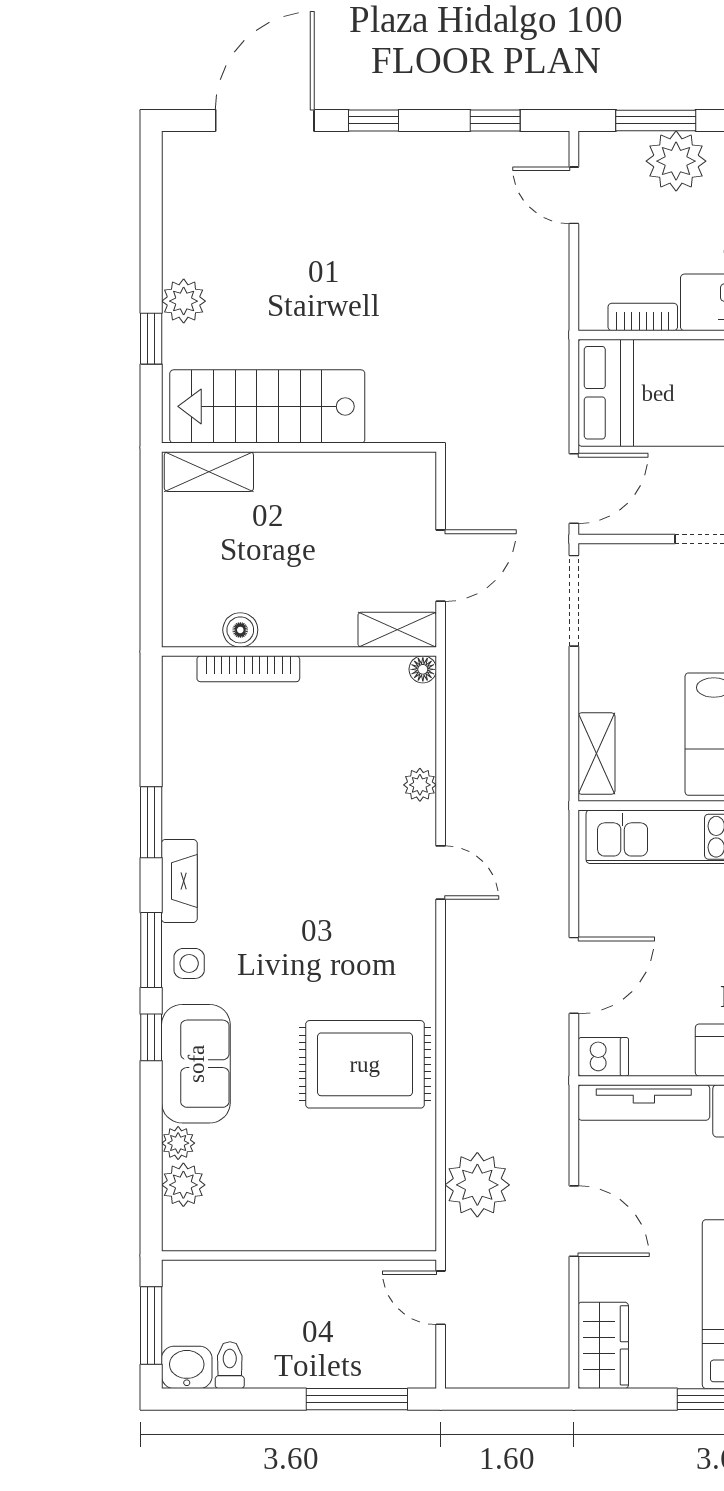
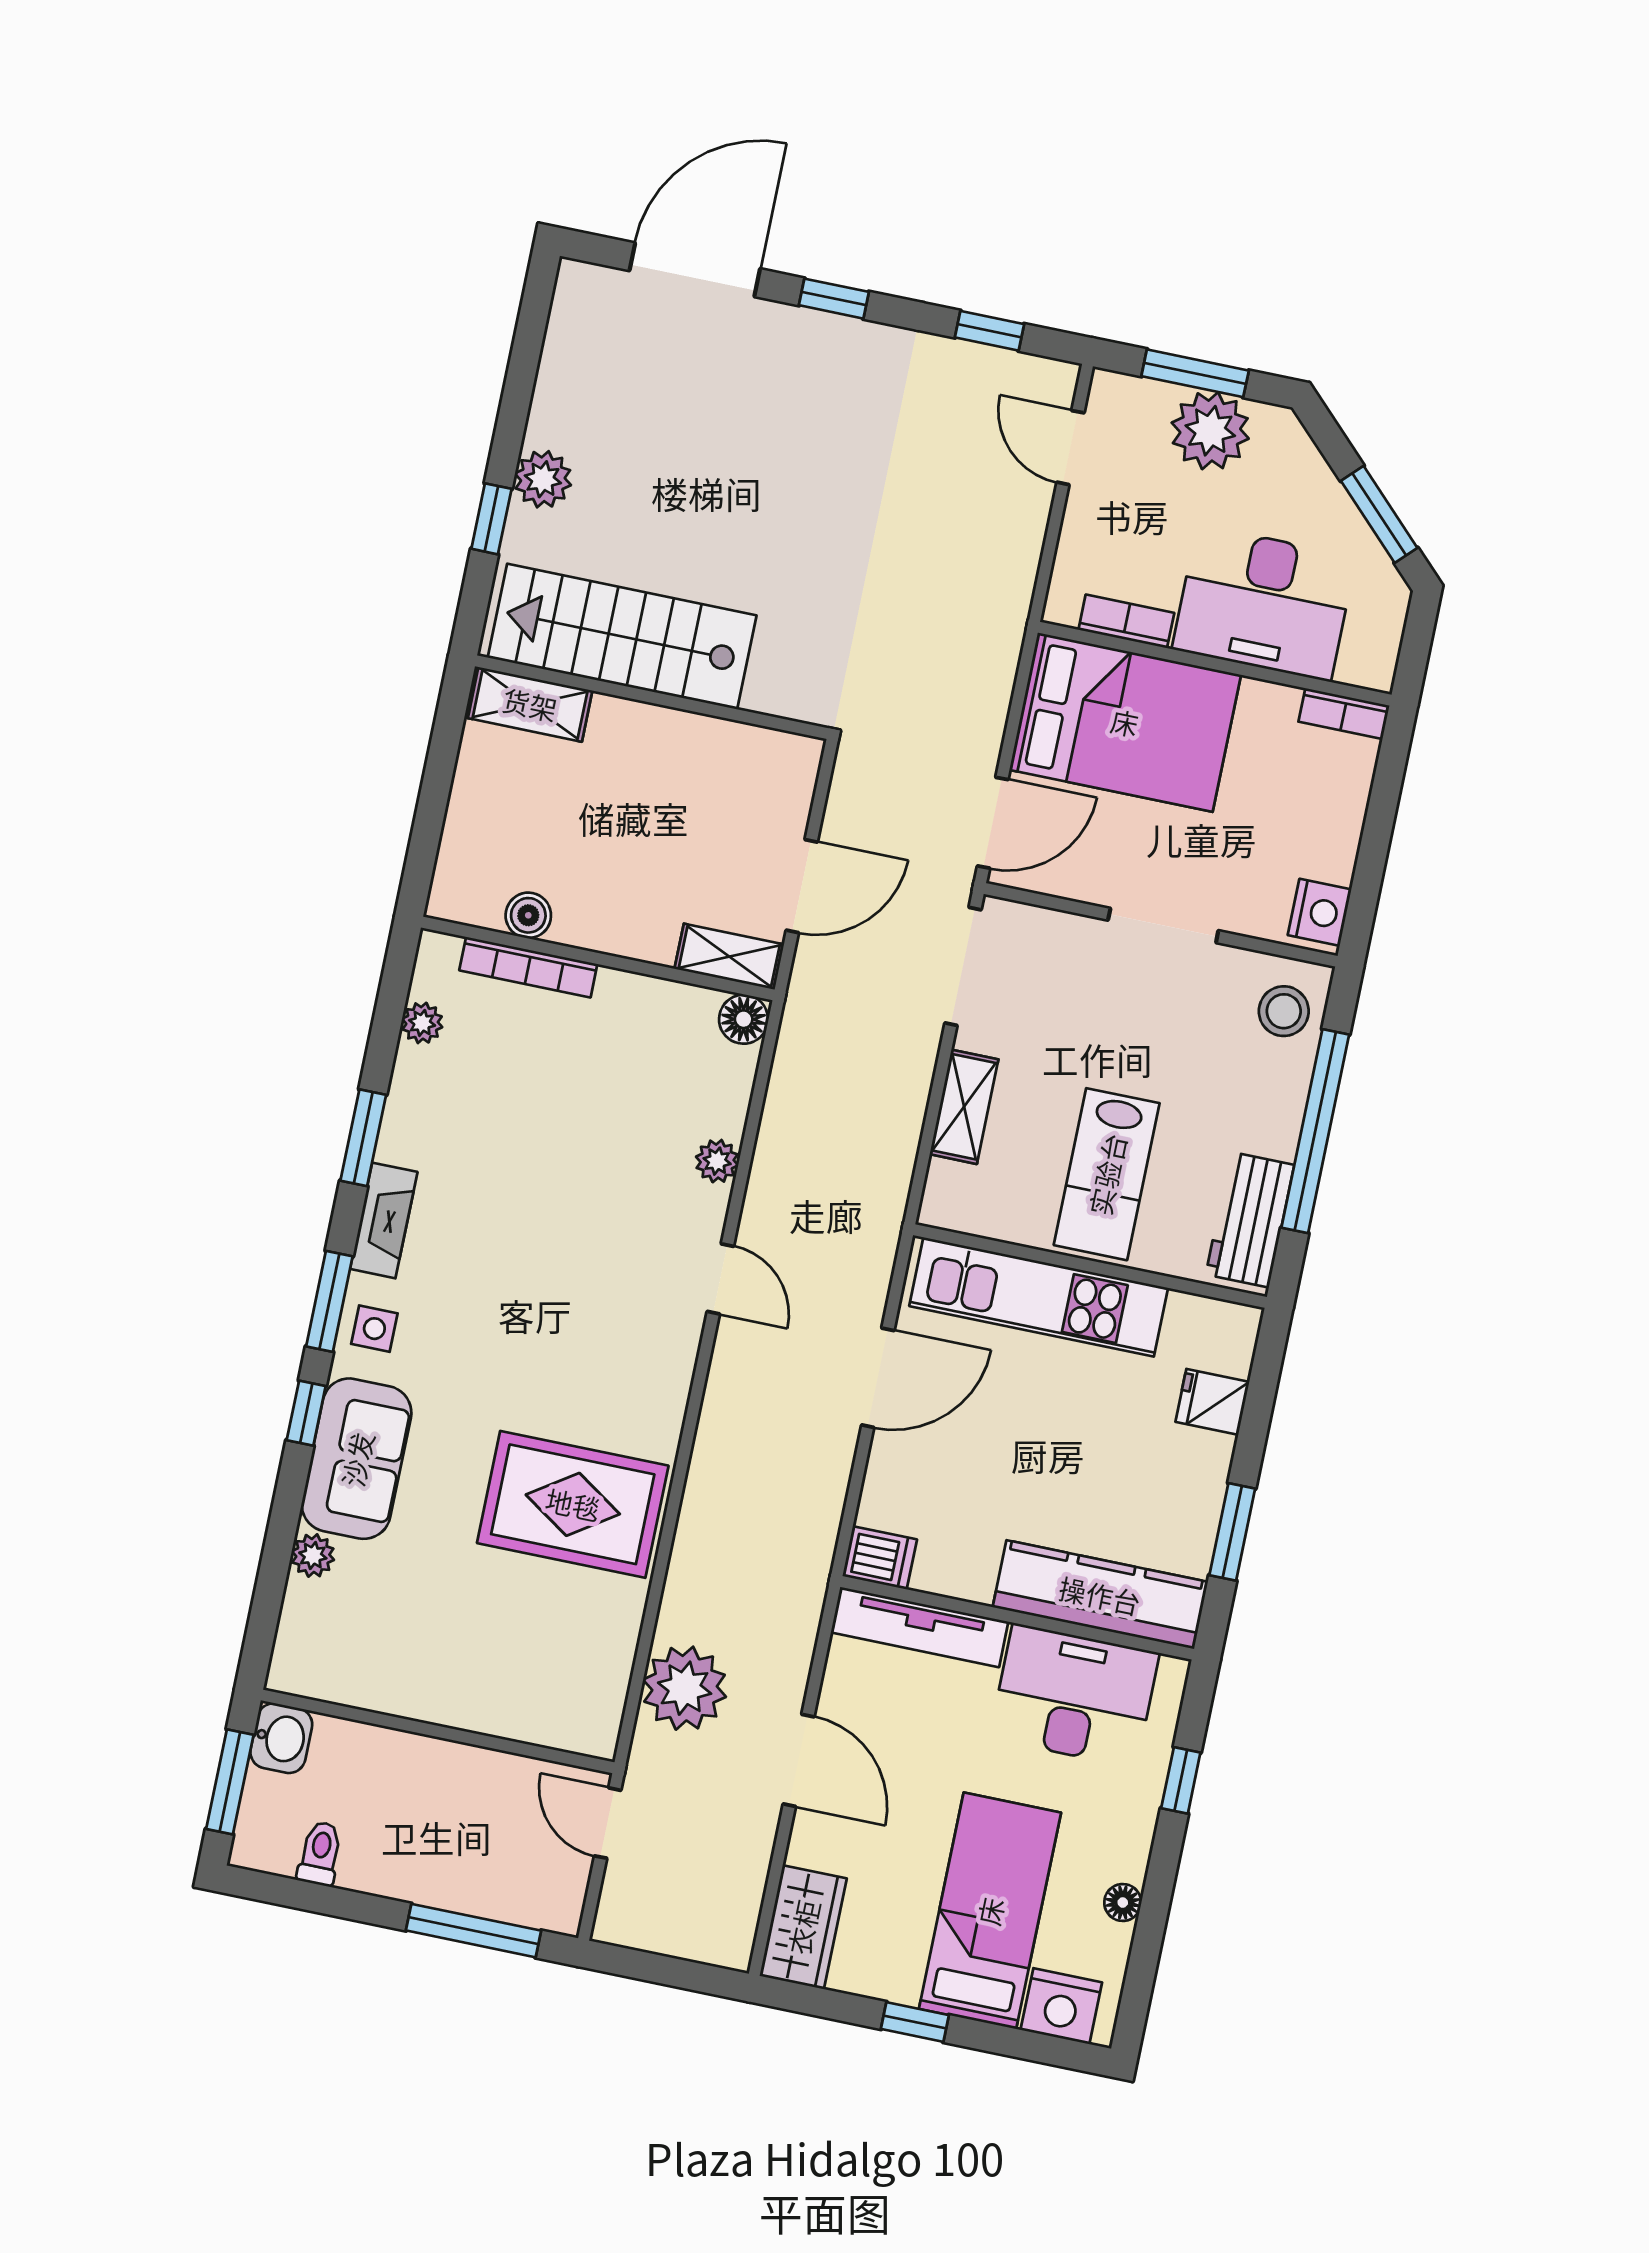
floor lamp: (423, 669) -> (744, 1019), width x1.37, depth x1.37
shelving: (596, 754) -> (964, 1107), moved
door: (574, 975) -> (878, 1378), moved
plant: (183, 1185) -> (422, 1023), moved, width x0.73, depth x0.73
washbasin: (187, 1367) -> (281, 1738), moved, turned 90

